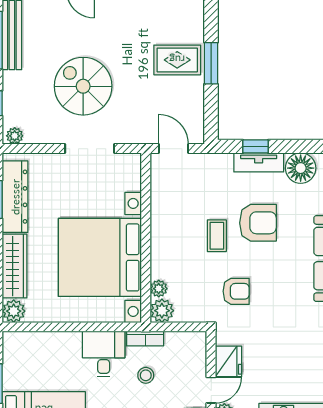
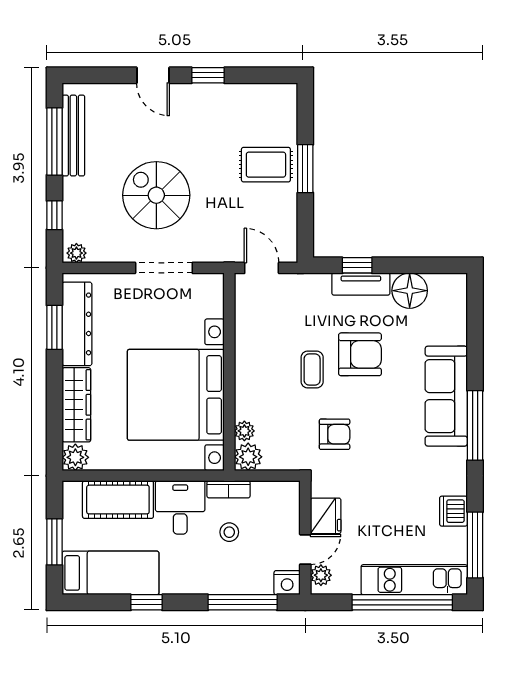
cot: (50, 347) -> (118, 500), added

